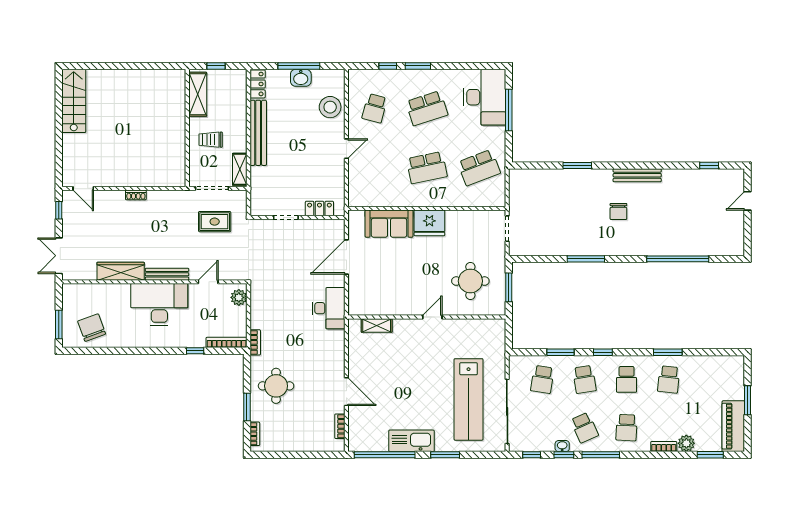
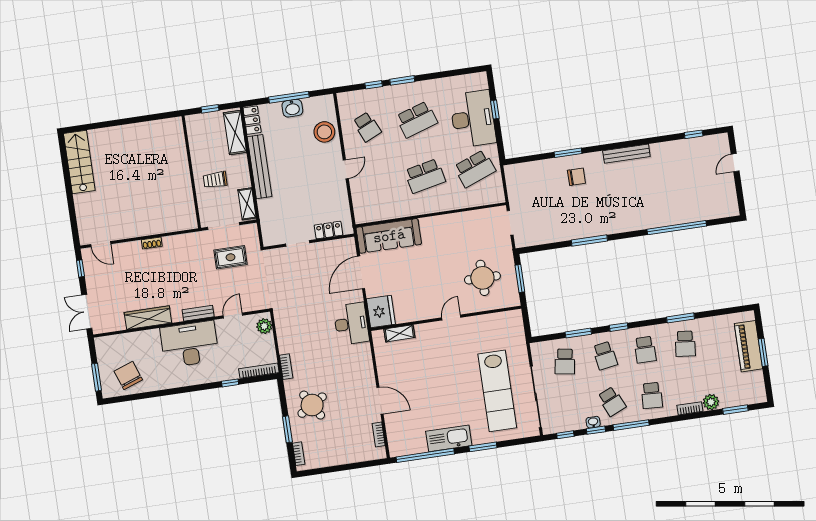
shelving: (198, 94) -> (235, 133), moved
desk: (485, 97) -> (473, 119), moved
school desk: (375, 108) -> (367, 127), turned -39
window: (509, 110) -> (495, 110), width x0.46
chair: (618, 211) -> (576, 177), moved, turned -90
fridge: (429, 223) -> (381, 311), moved, turned -90
sofa: (389, 224) -> (389, 236), width x1.36
bench: (167, 274) -> (198, 313), width x0.73
round table: (276, 386) -> (312, 405), turned -31
piano: (733, 426) -> (748, 346), moved

